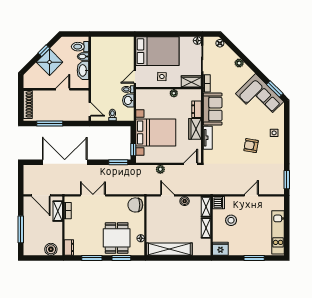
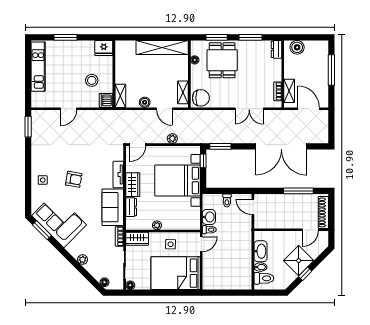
door: (63, 89) -> (310, 230), moved
armchair: (251, 146) -> (74, 179), moved
shelving: (206, 228) -> (183, 92), moved

